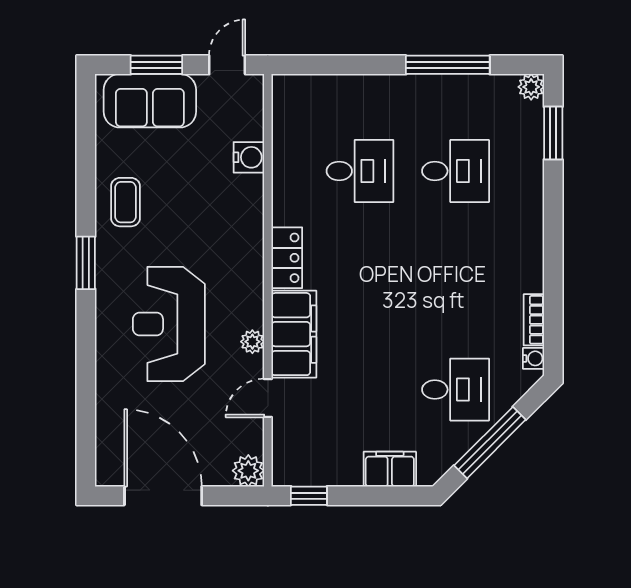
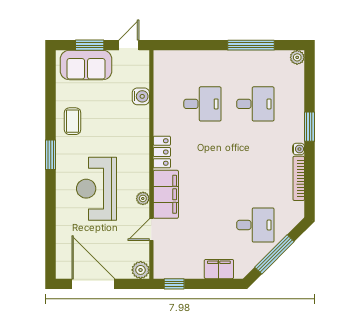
window: (553, 133) -> (309, 127), moved
bookcase: (534, 320) -> (299, 178), width x1.56
water cooler: (534, 358) -> (299, 149), moved

